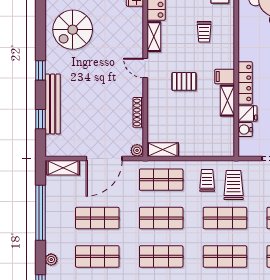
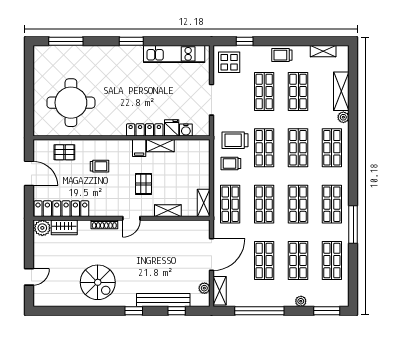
shelving: (154, 37) -> (168, 211), moved
shoe rack: (138, 112) -> (104, 224), moved
plant: (137, 150) -> (204, 288), moved
door: (104, 159) -> (211, 255), hinge flipped

